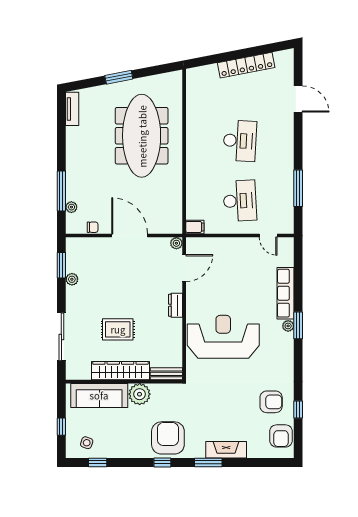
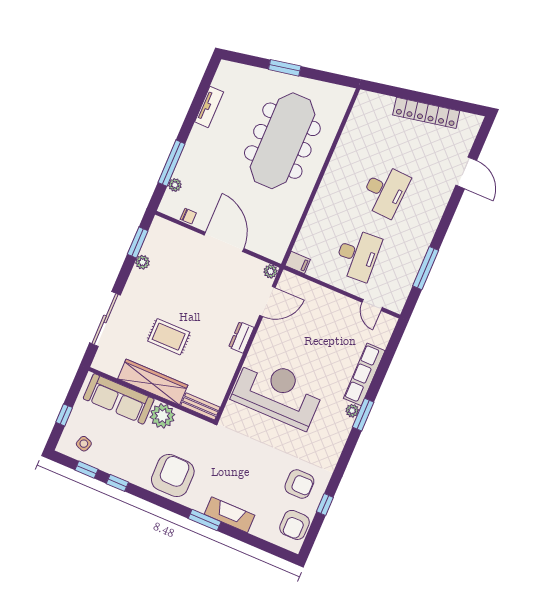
tv unit: (72, 109) -> (209, 107), moved
window: (162, 462) -> (117, 483), moved

